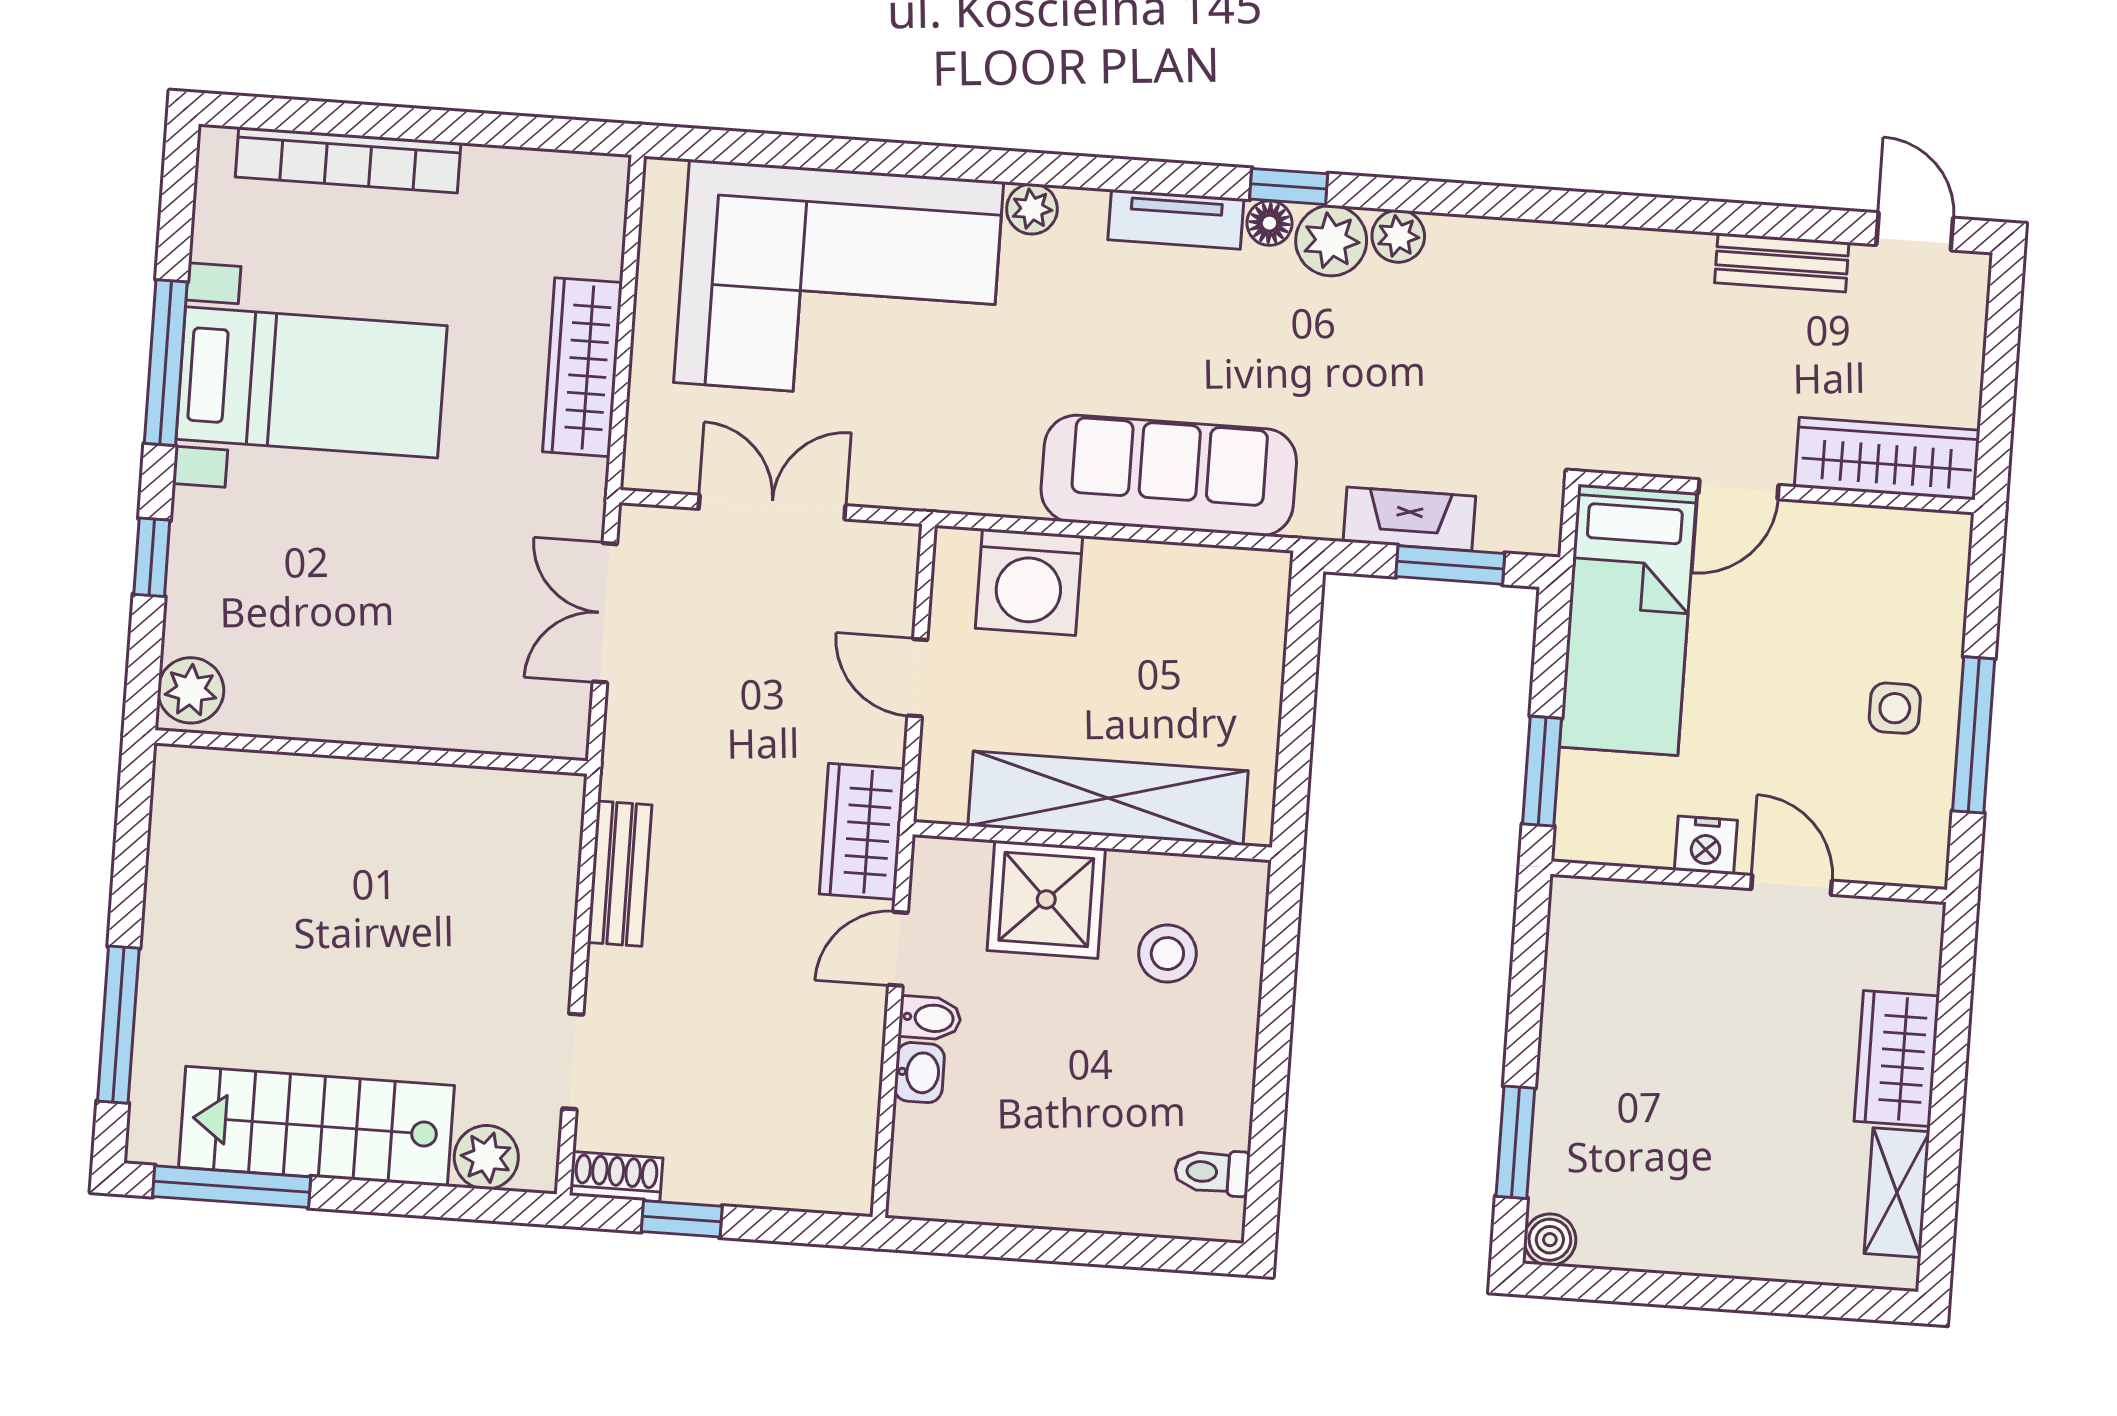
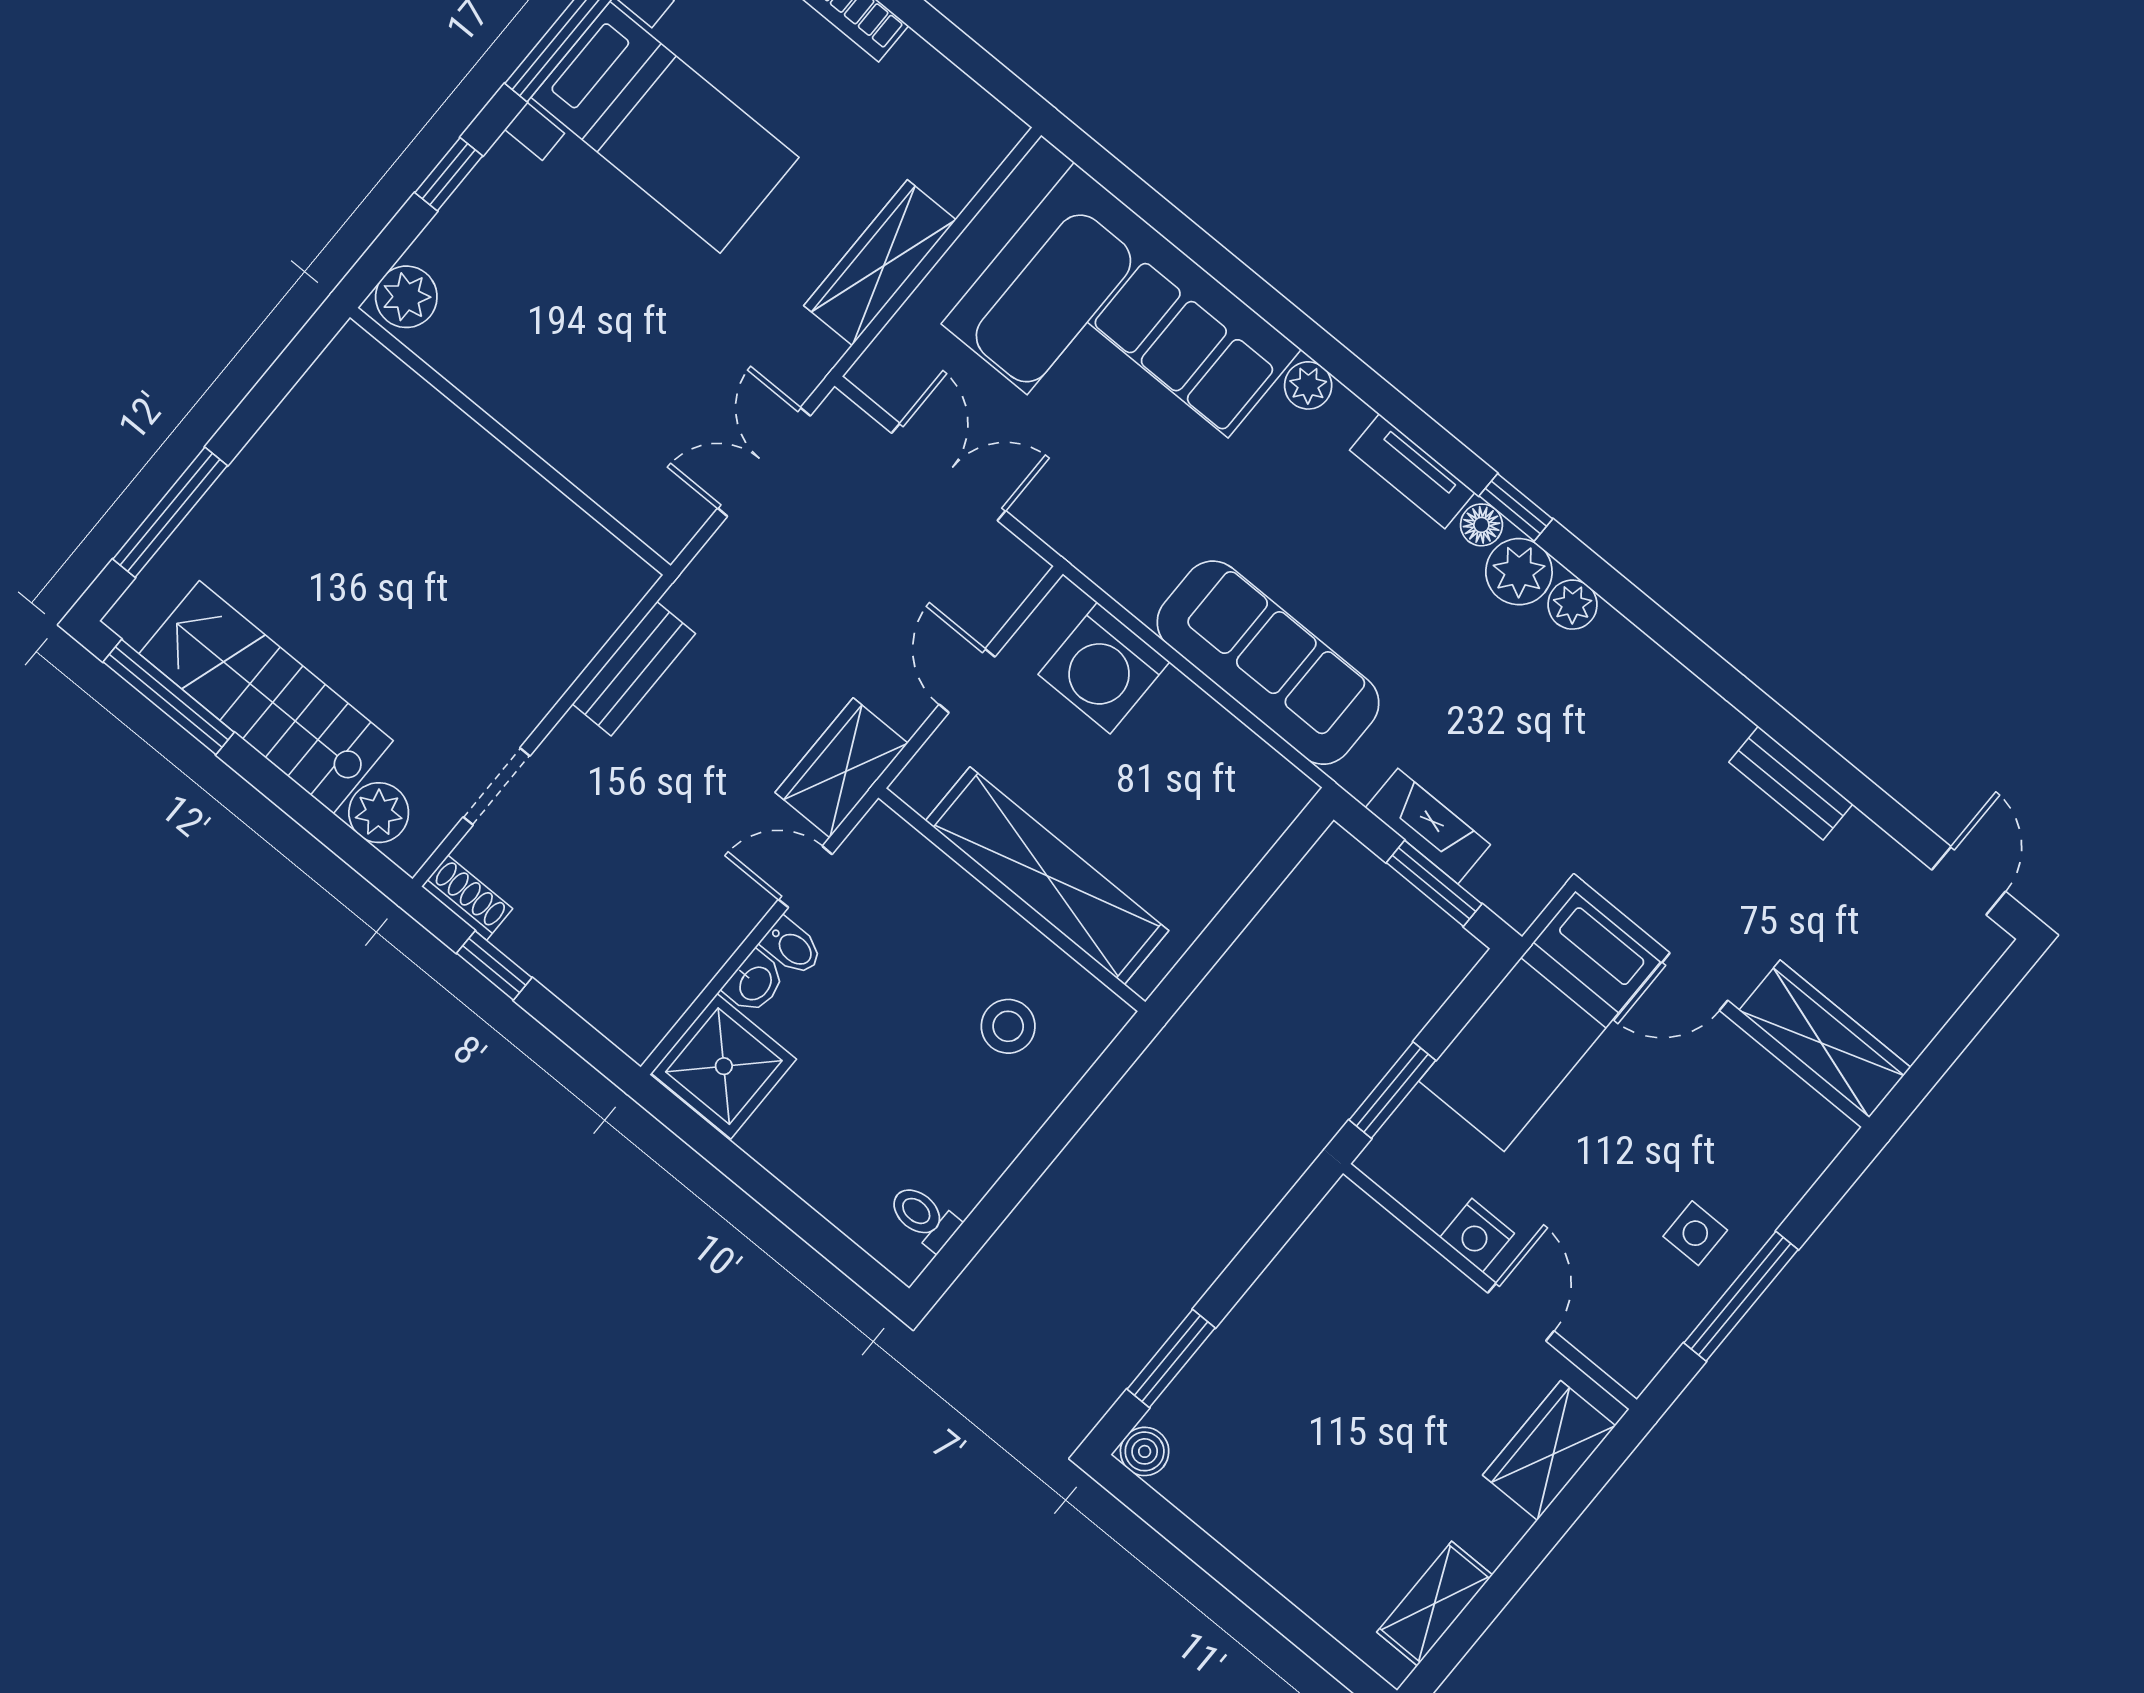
bench: (1782, 262) -> (1791, 783), moved
shower: (1046, 899) -> (724, 1066), moved
wardrobe: (1897, 1059) -> (1549, 1450), moved

